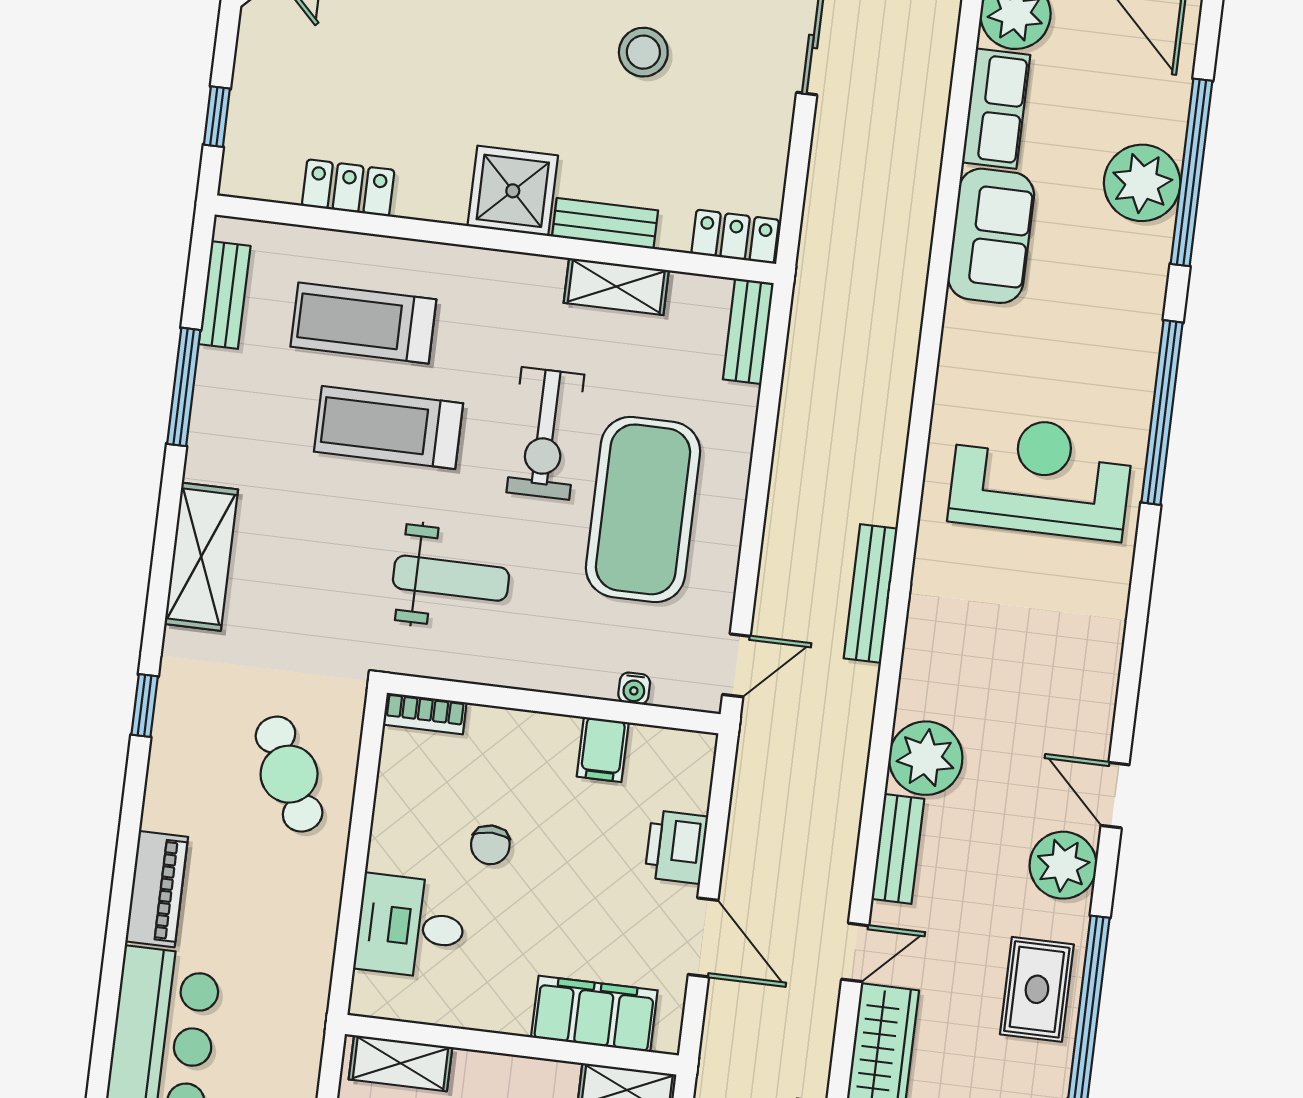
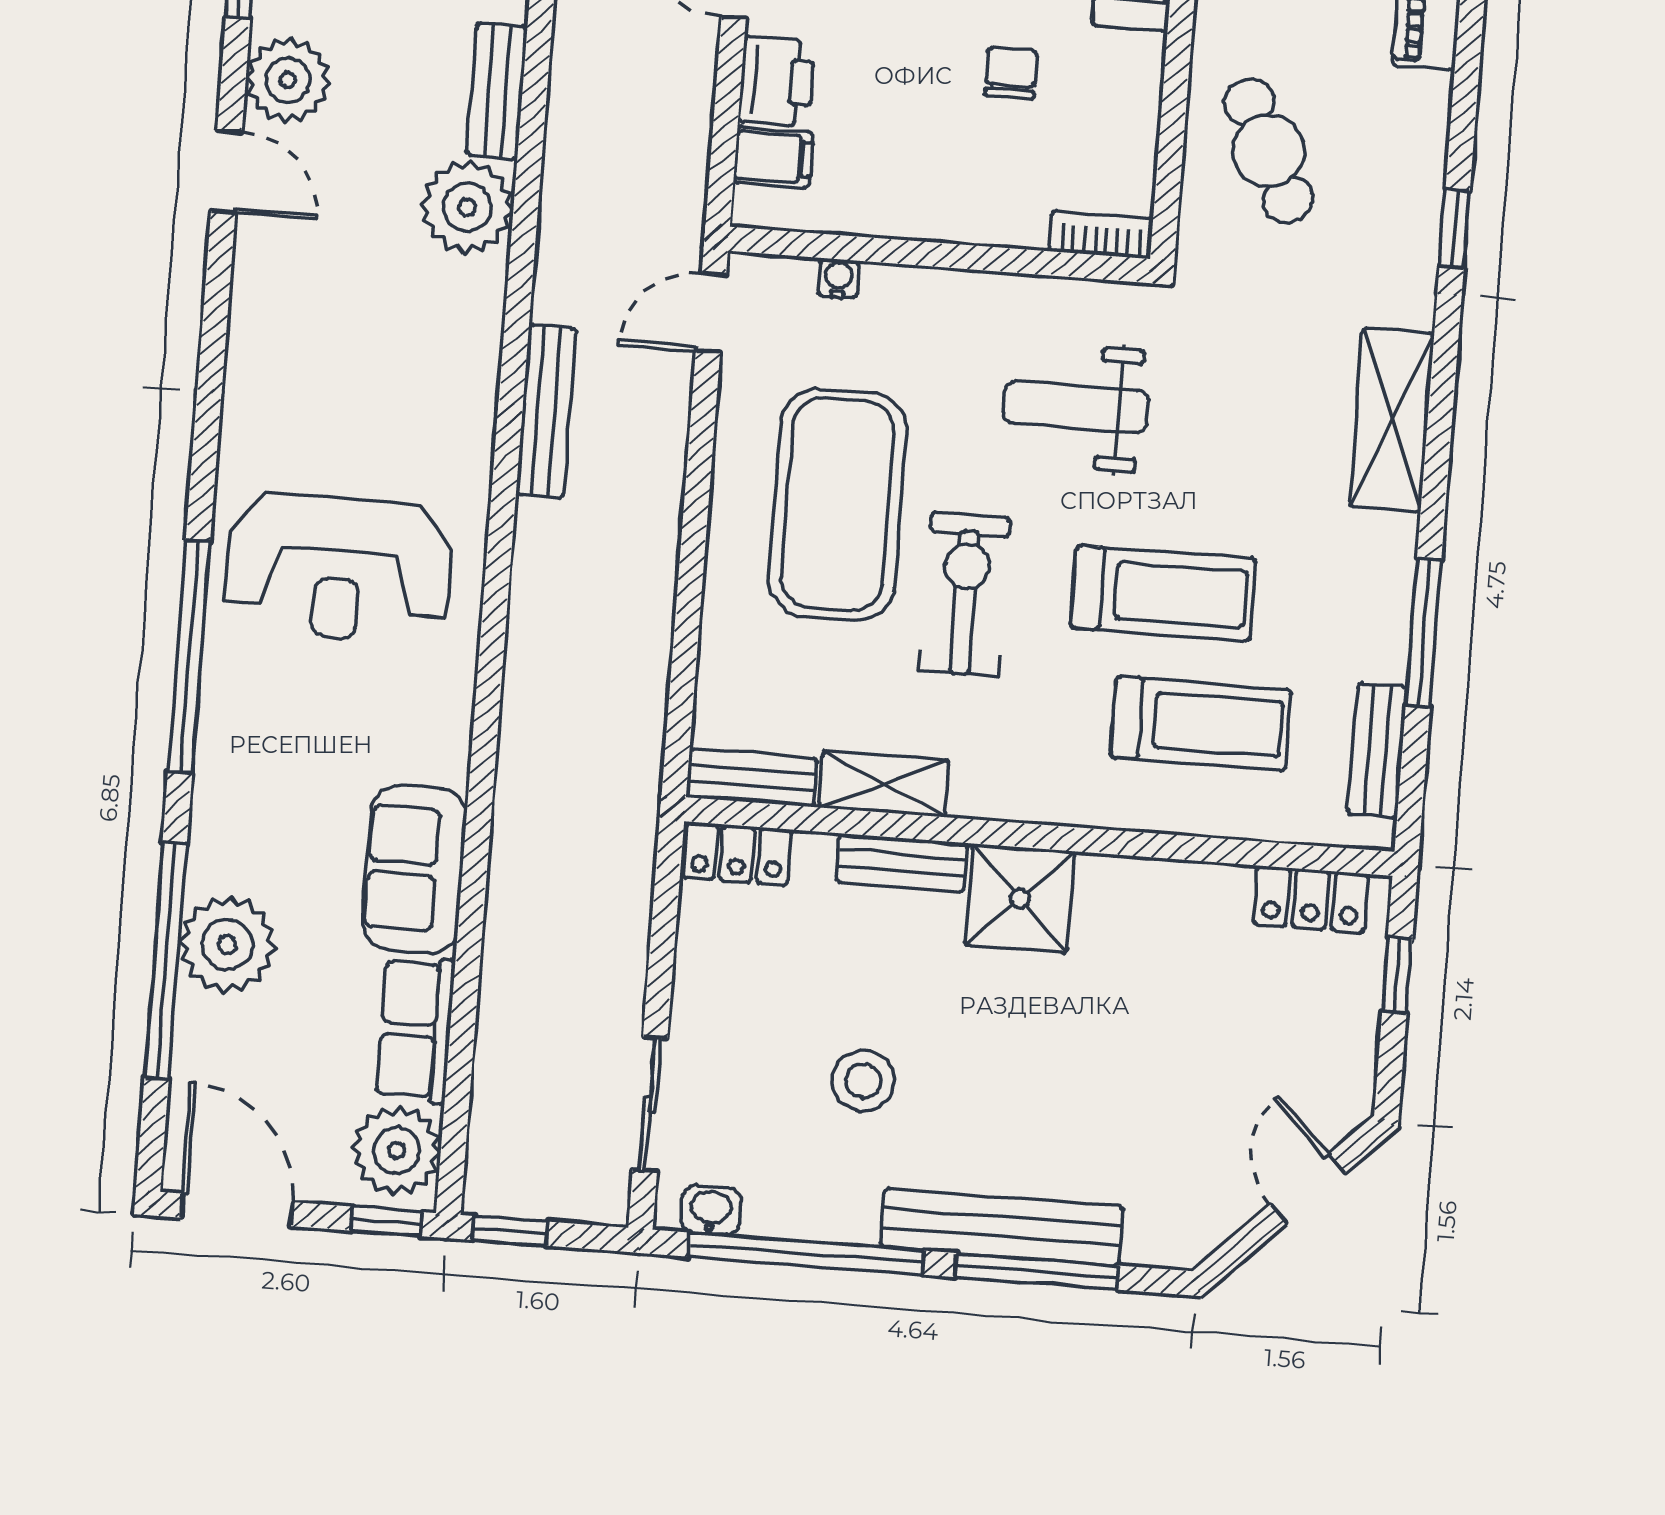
locker: (348, 188) -> (1311, 899), moved
bench: (748, 331) -> (752, 778), moved, turned 90
filing cabinet: (603, 749) -> (773, 157), moved, turned 90

